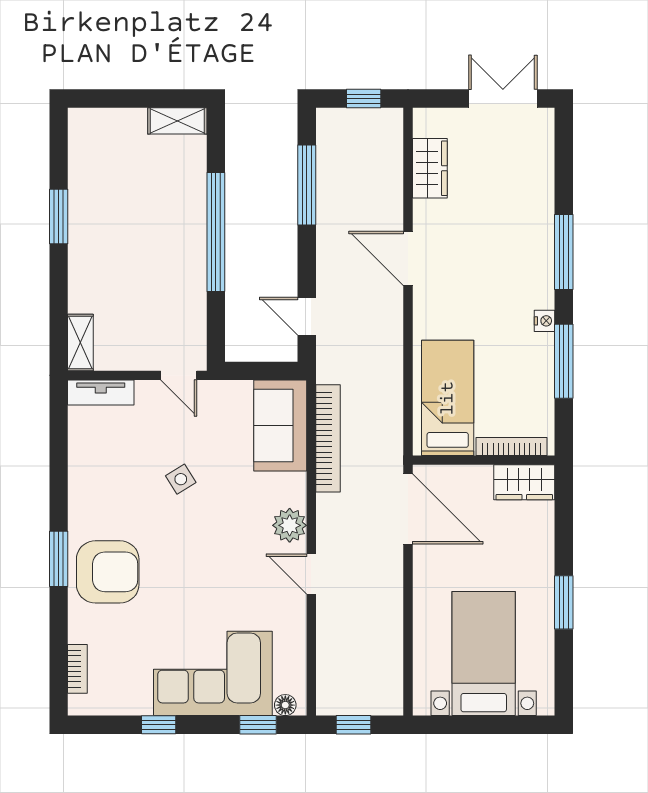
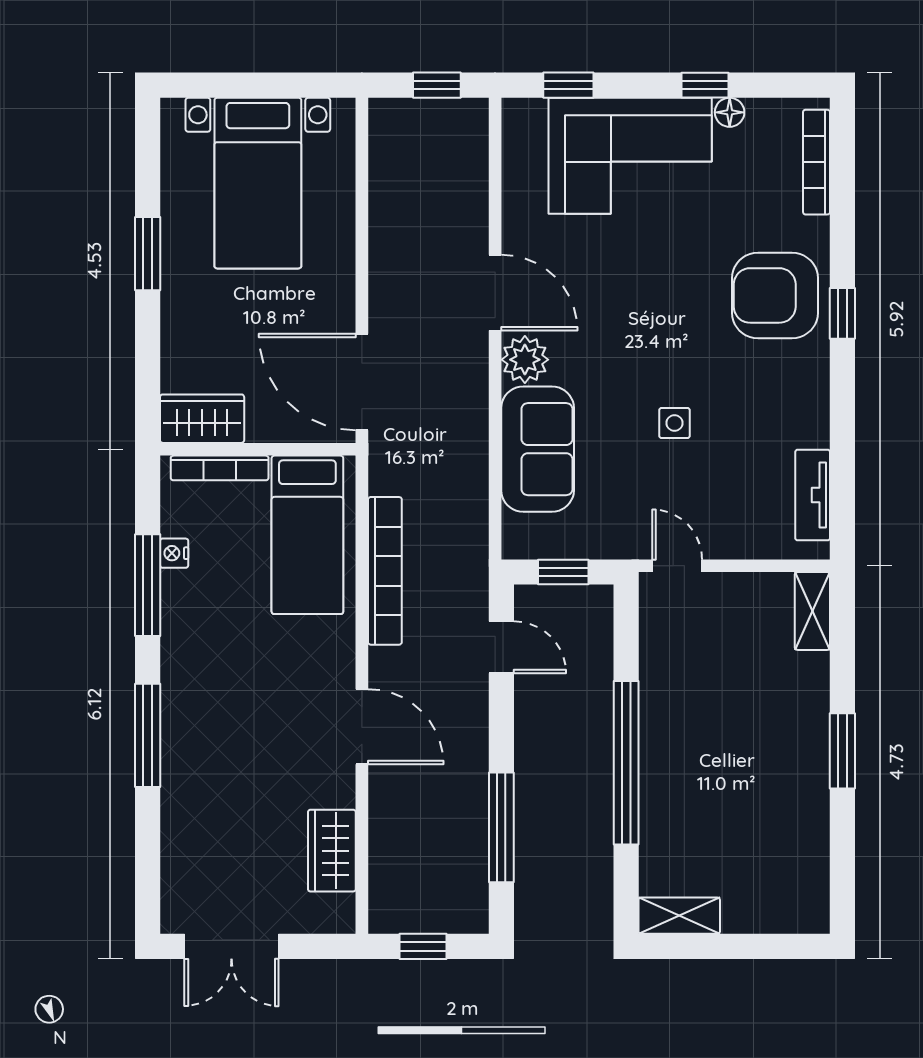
window: (59, 216) -> (842, 751), moved
nightstand: (545, 321) -> (174, 553), moved
window: (262, 371) -> (563, 572), added
tv unit: (101, 393) -> (813, 495), moved, turned -90
sofa: (280, 426) -> (538, 449), moved
bookcase: (328, 438) -> (385, 571), moved, turned 180
side table: (181, 479) -> (674, 423), turned 32
window: (59, 559) -> (842, 313), width x0.67
door: (311, 574) -> (495, 293), width x1.38
bookcase: (77, 669) -> (817, 162), width x1.56
floor lamp: (285, 705) -> (730, 112), moved

